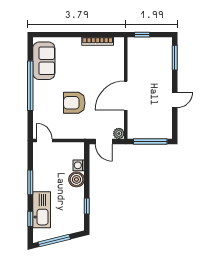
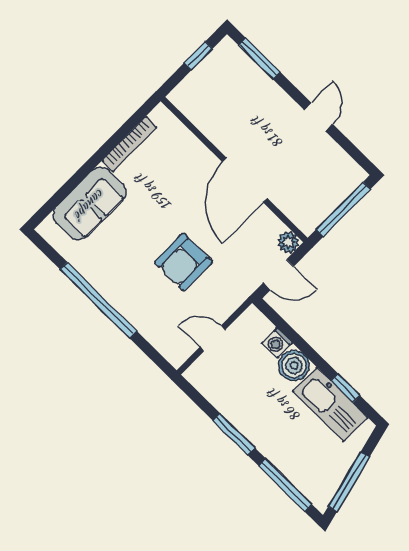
window: (142, 35) -> (198, 56), moved
sofa: (44, 61) -> (90, 204), moved, turned 90
door: (44, 140) -> (212, 338), moved
kitchen sink: (42, 210) -> (330, 404), moved, turned 180
window: (30, 219) -> (285, 485), width x2.17

